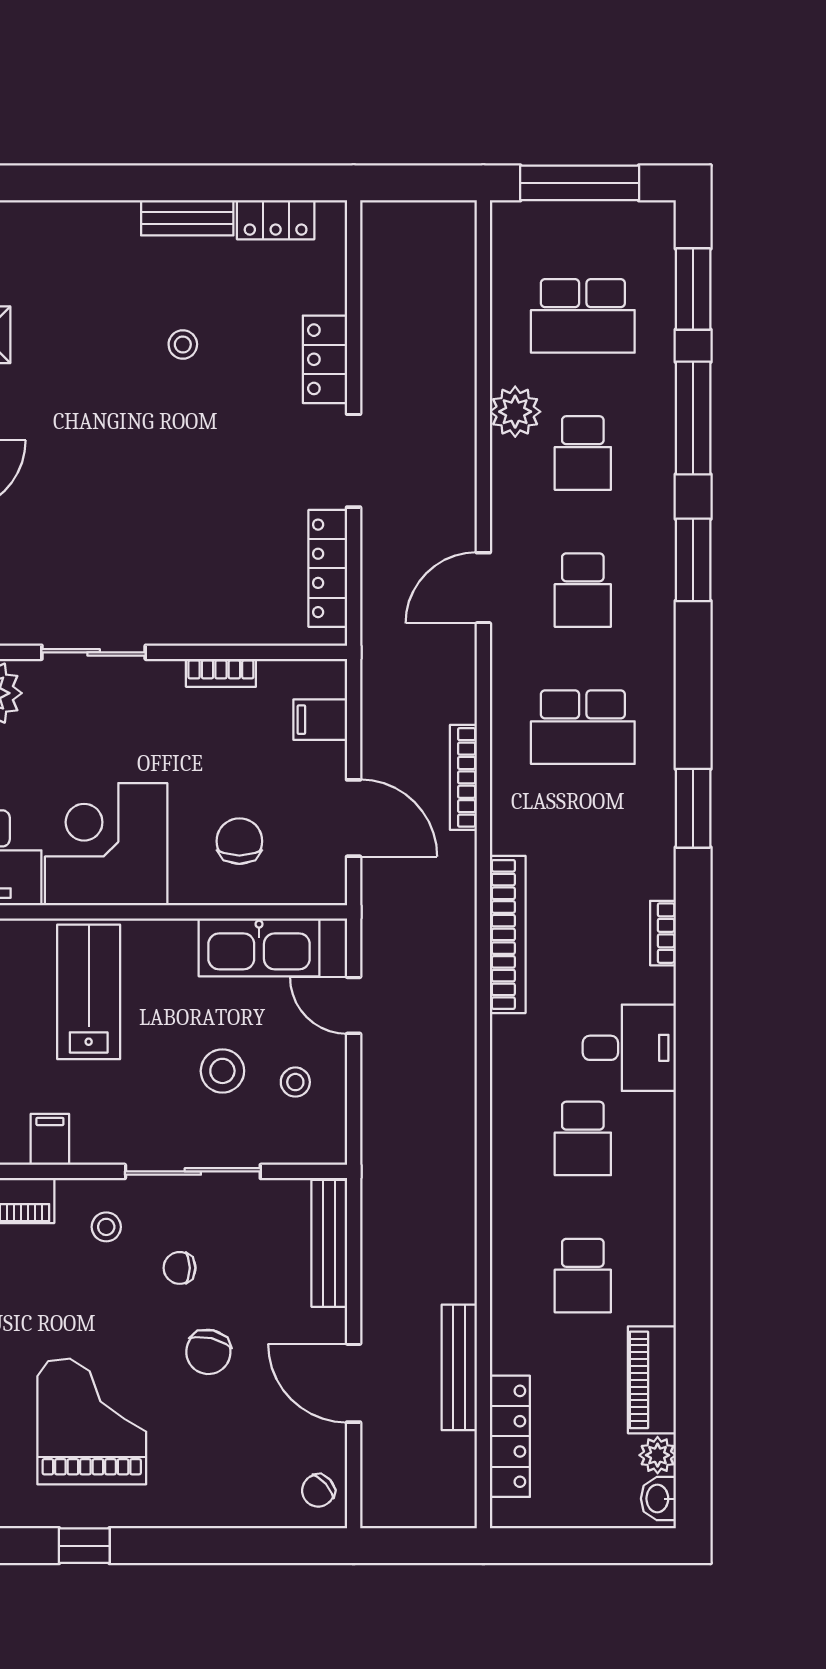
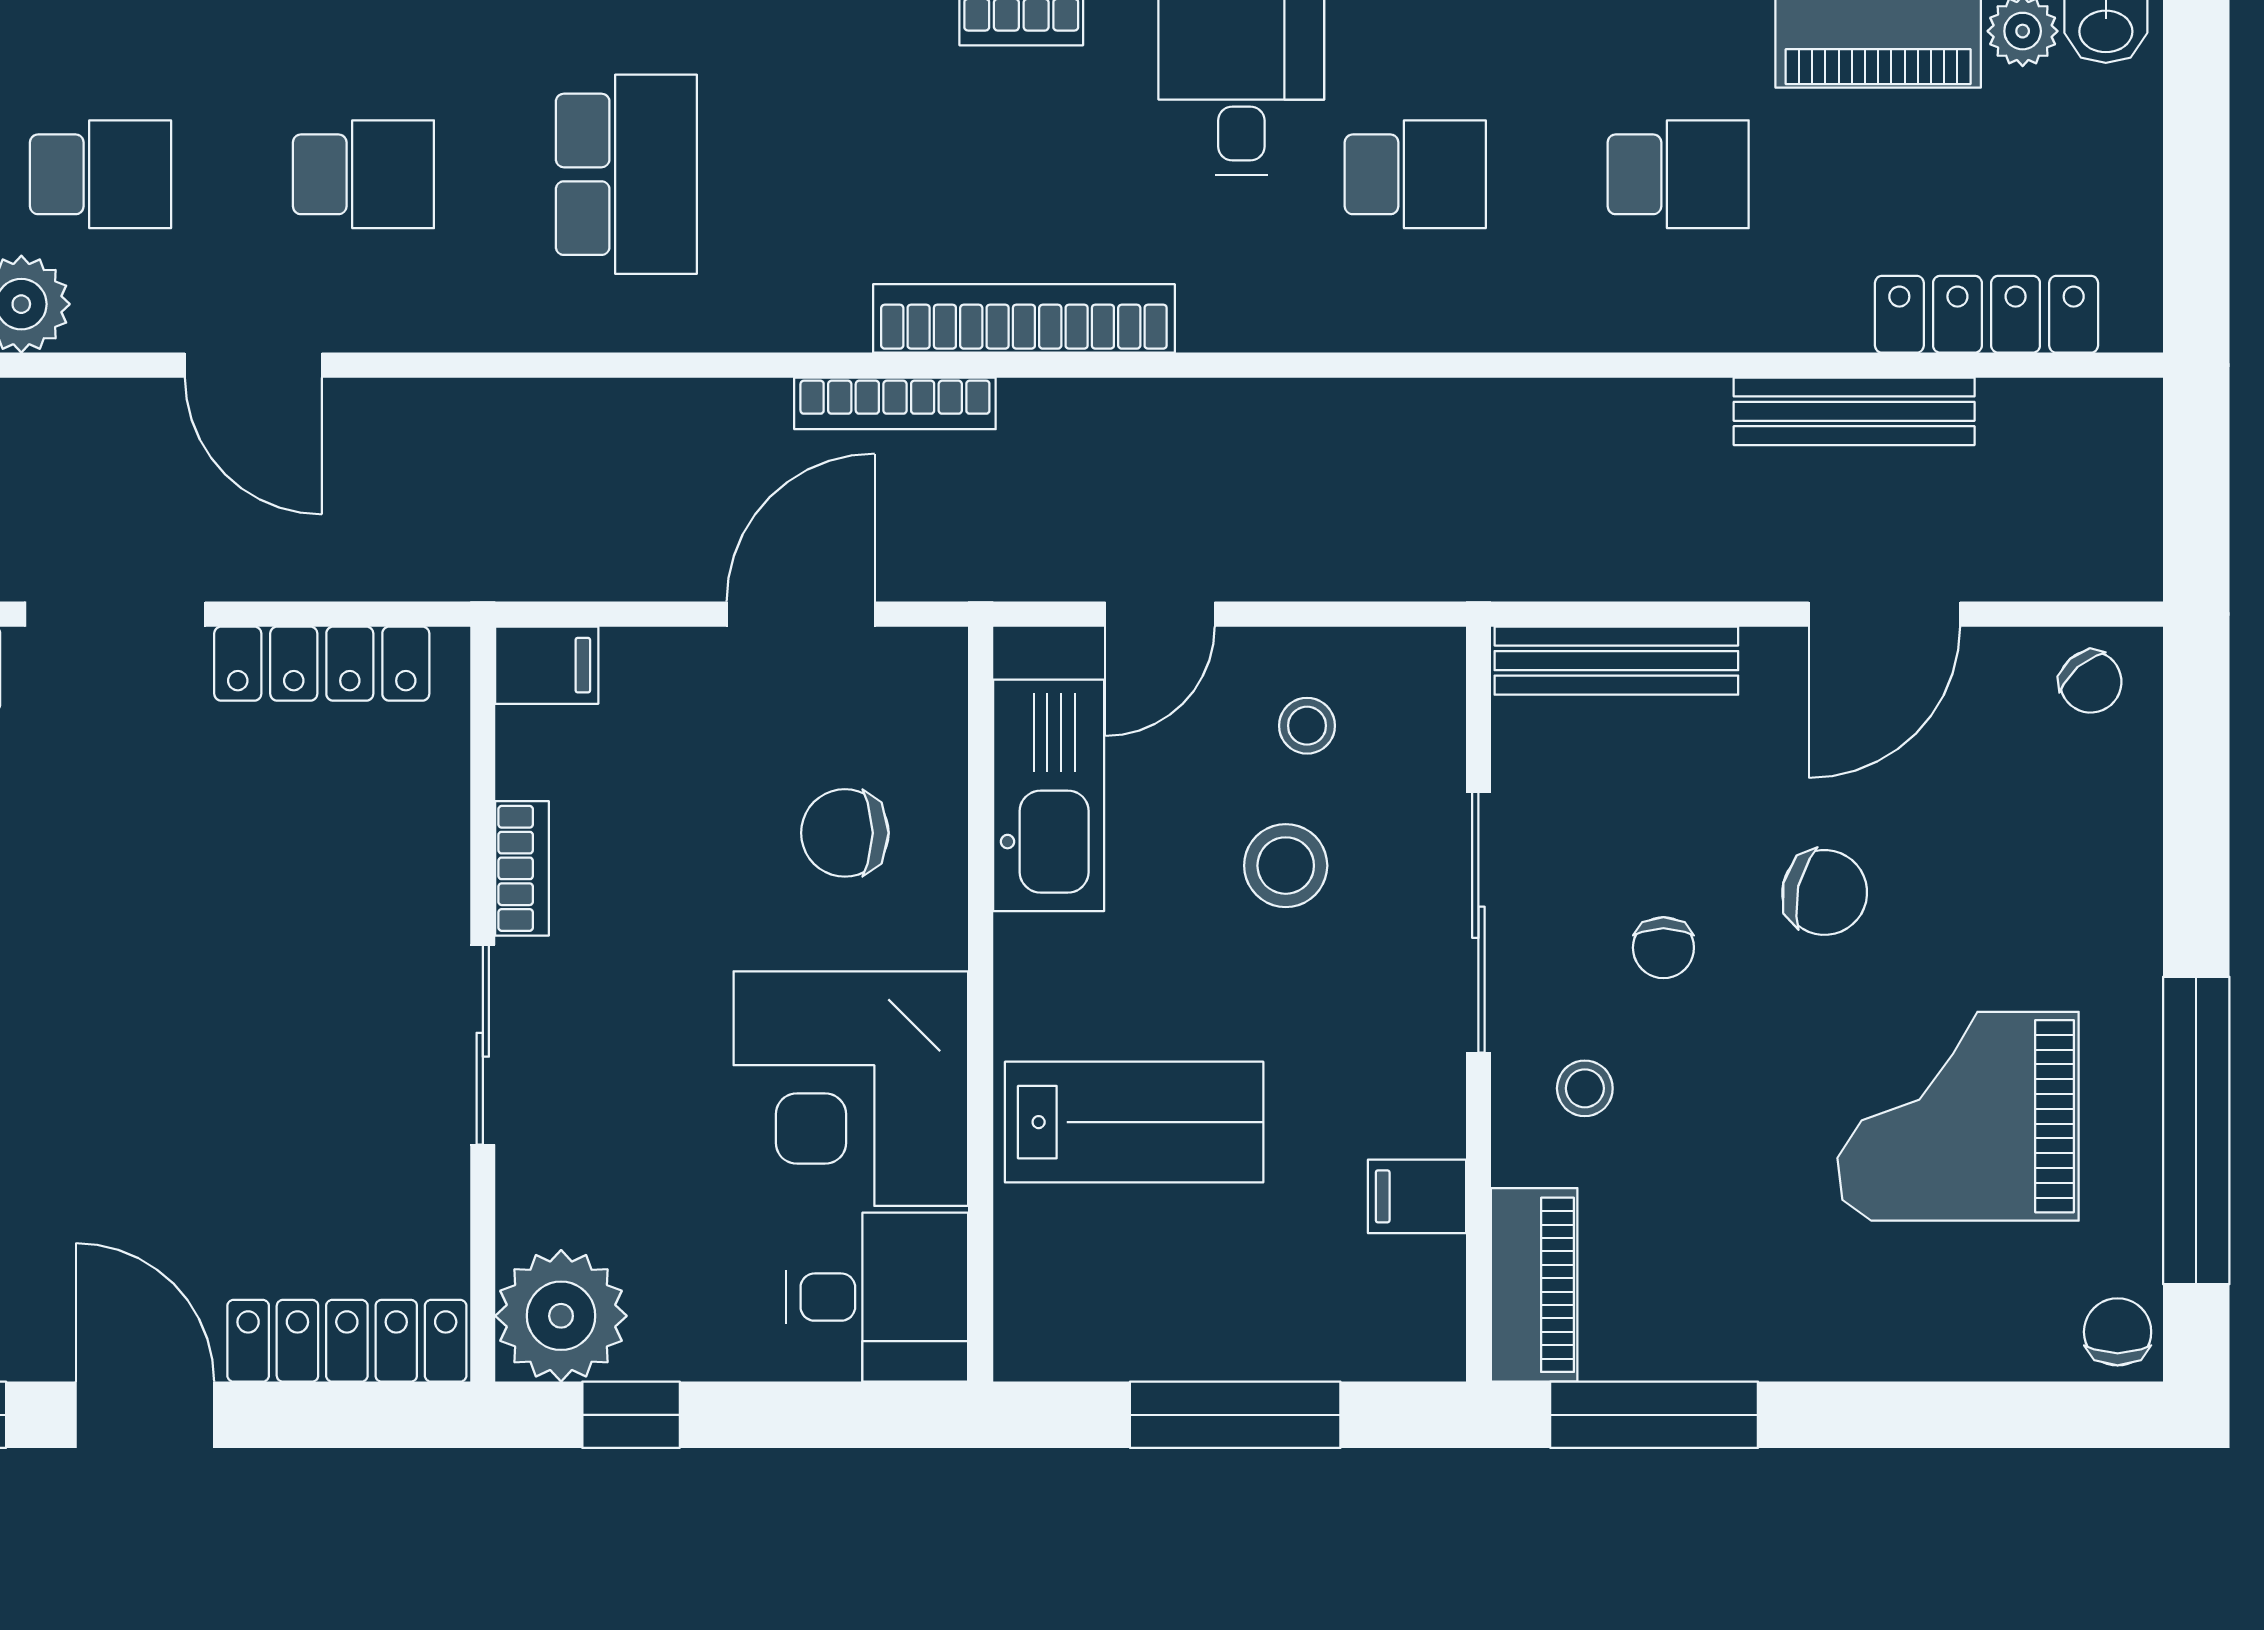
door: (483, 588) -> (253, 365), moved
sliding door: (94, 652) -> (483, 1045), moved
filing cabinet: (320, 720) -> (547, 665), moved, turned -90
bookcase: (463, 777) -> (895, 403), moved
lab bench: (89, 992) -> (1134, 1122), turned 180
window: (84, 1546) -> (2196, 1131), width x3.17

